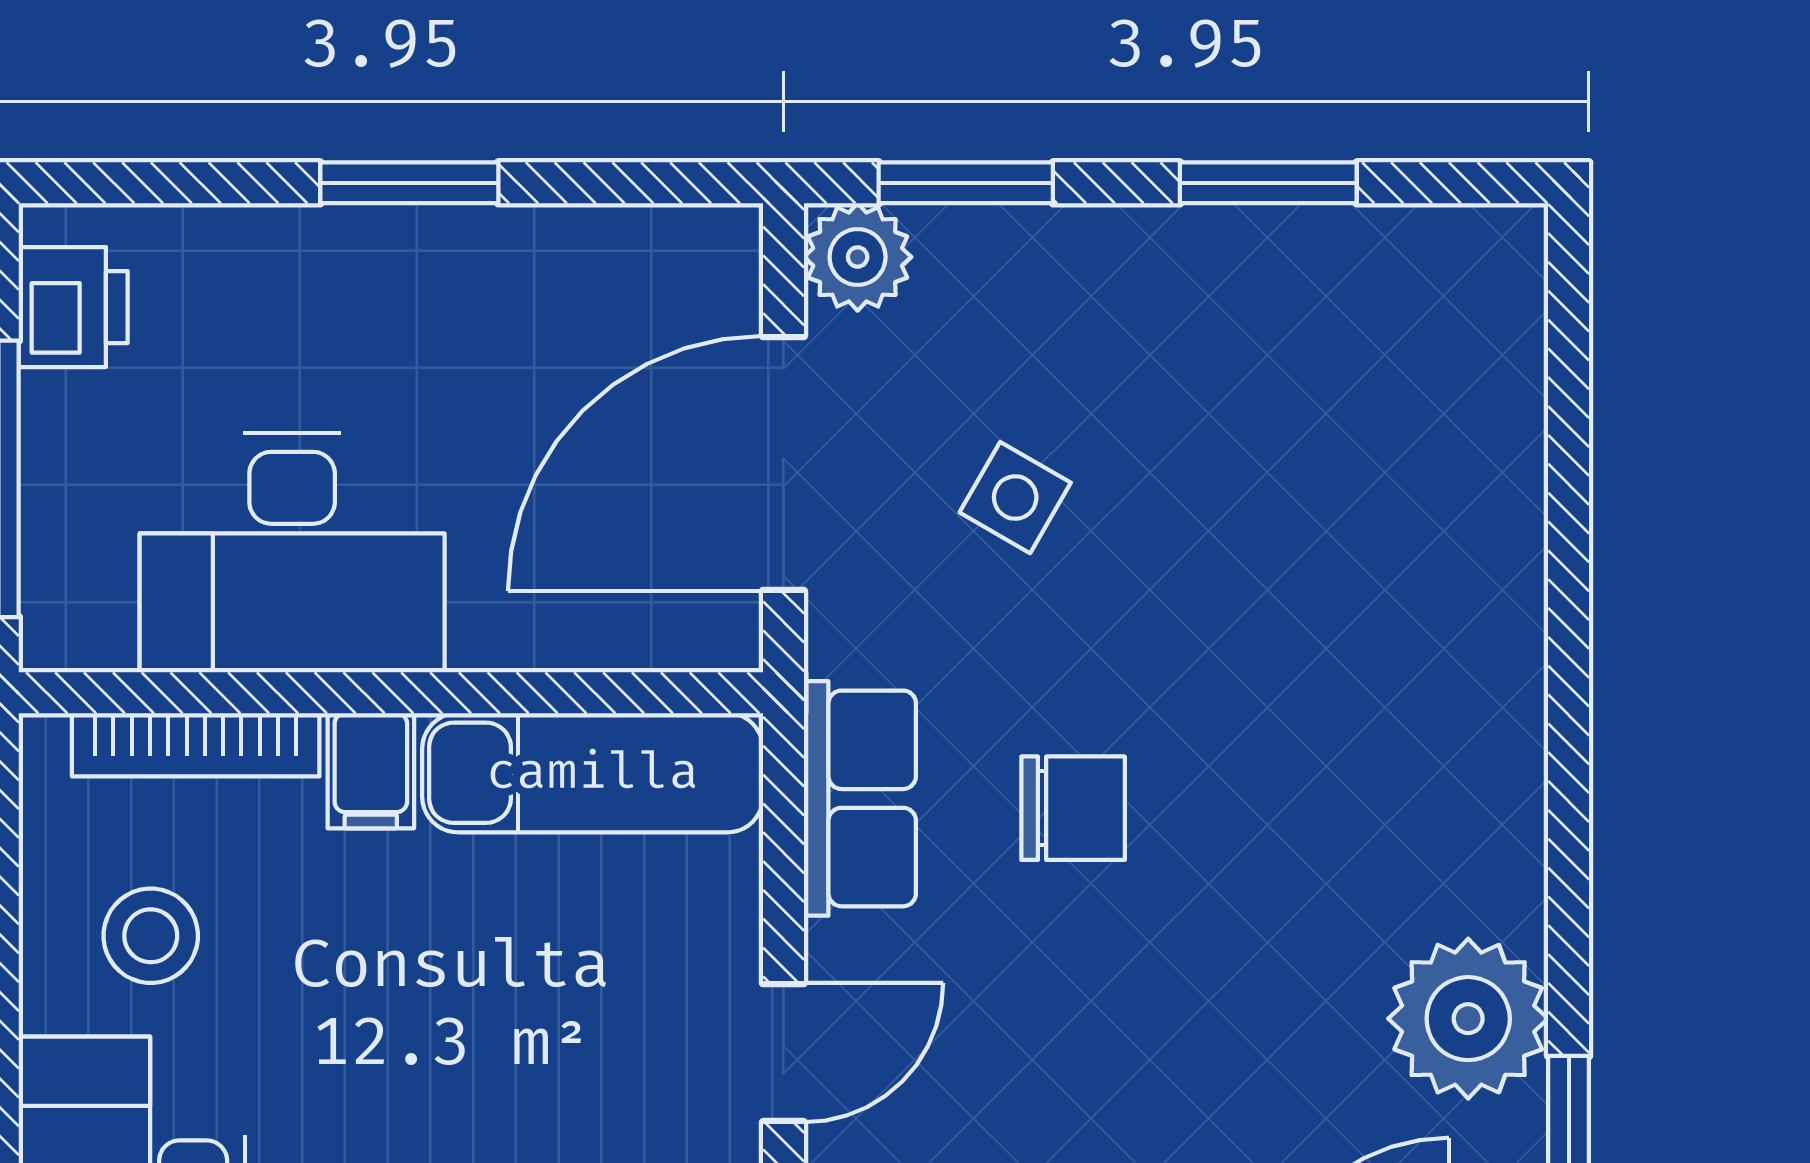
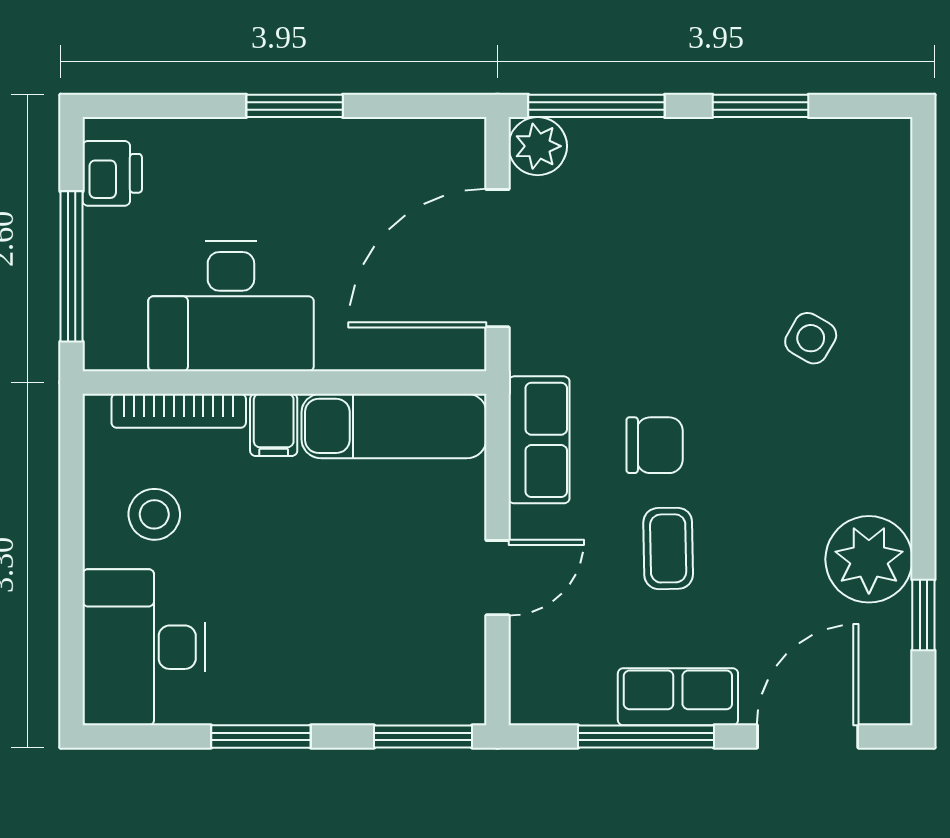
window: (966, 183) -> (596, 106), width x1.44
side table: (1015, 498) -> (811, 338), moved
coffee table: (1098, 999) -> (668, 548), added

